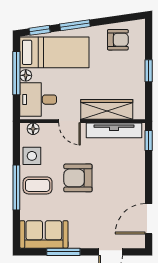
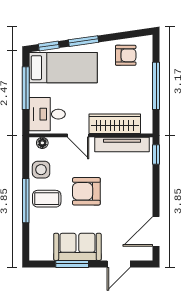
window: (149, 71) -> (156, 86), width x2.17
floor lamp: (26, 75) -> (35, 90), removed
sofa: (44, 234) -> (77, 247), moved

